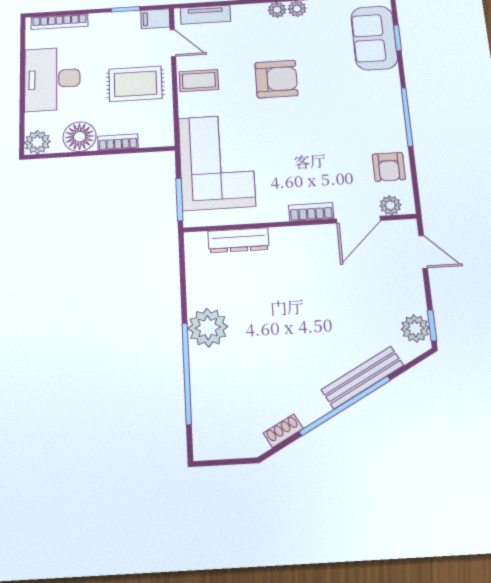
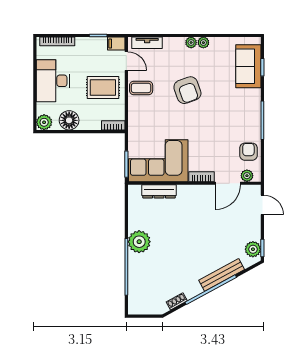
armchair: (276, 79) -> (187, 90), turned 70
bookcase: (118, 142) -> (113, 125), moved
corner sofa: (217, 162) -> (158, 161), moved, turned -90
armchair: (389, 167) -> (248, 152), turned 180

